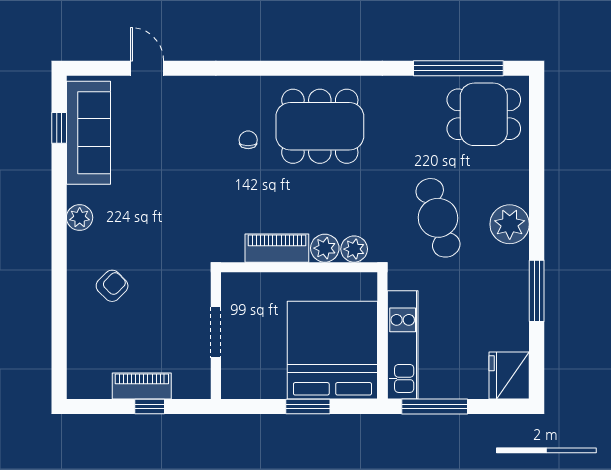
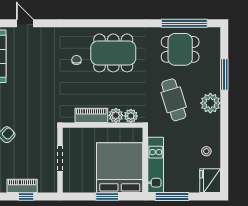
dining table: (484, 114) -> (180, 49), moved
window: (537, 291) -> (224, 75), moved
stool: (502, 318) -> (206, 151), added

